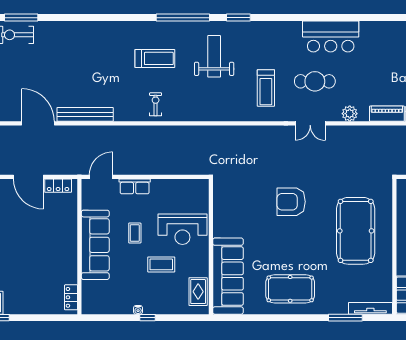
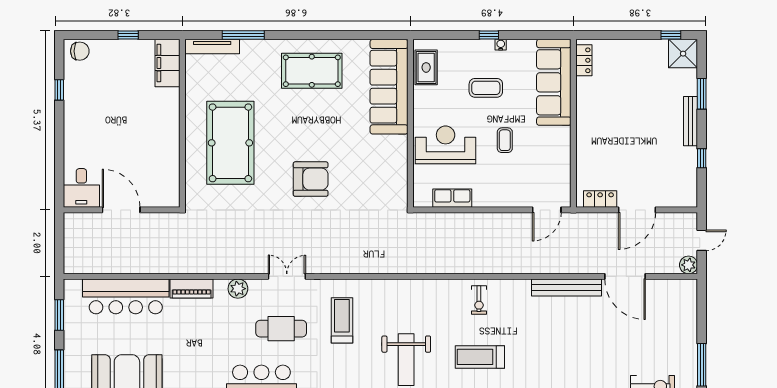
door: (28, 177) -> (637, 210), swing flipped
row of seats: (135, 186) -> (452, 198), moved
sofa: (95, 245) -> (554, 82), moved
coffee table: (161, 264) -> (486, 88), moved

